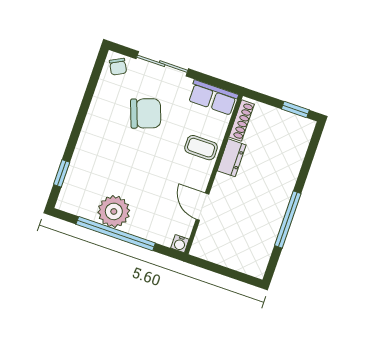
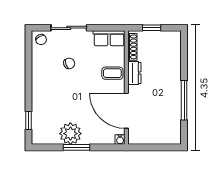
window: (295, 110) -> (152, 28), moved
chair: (146, 113) -> (69, 63), width x0.54, depth x0.54
door: (202, 207) -> (126, 111), width x1.88
window: (116, 234) -> (77, 147), width x0.47

